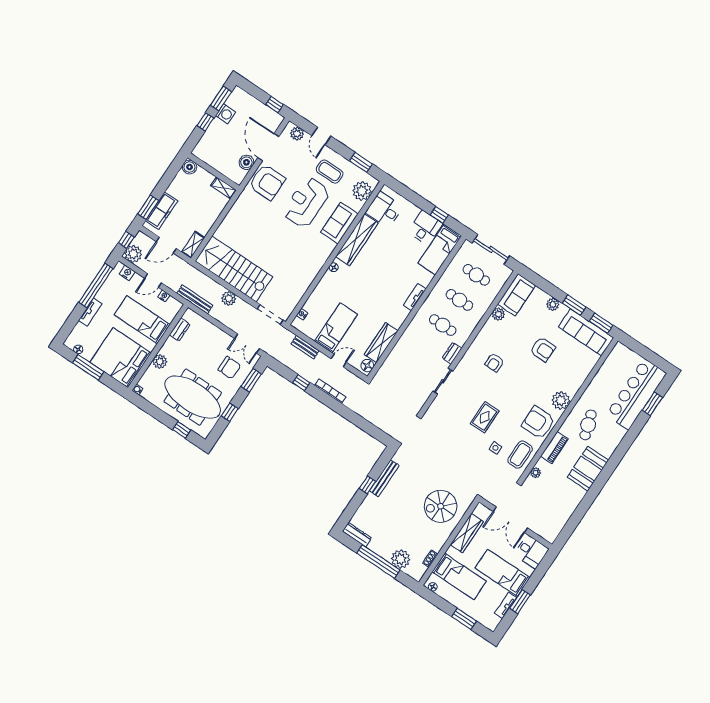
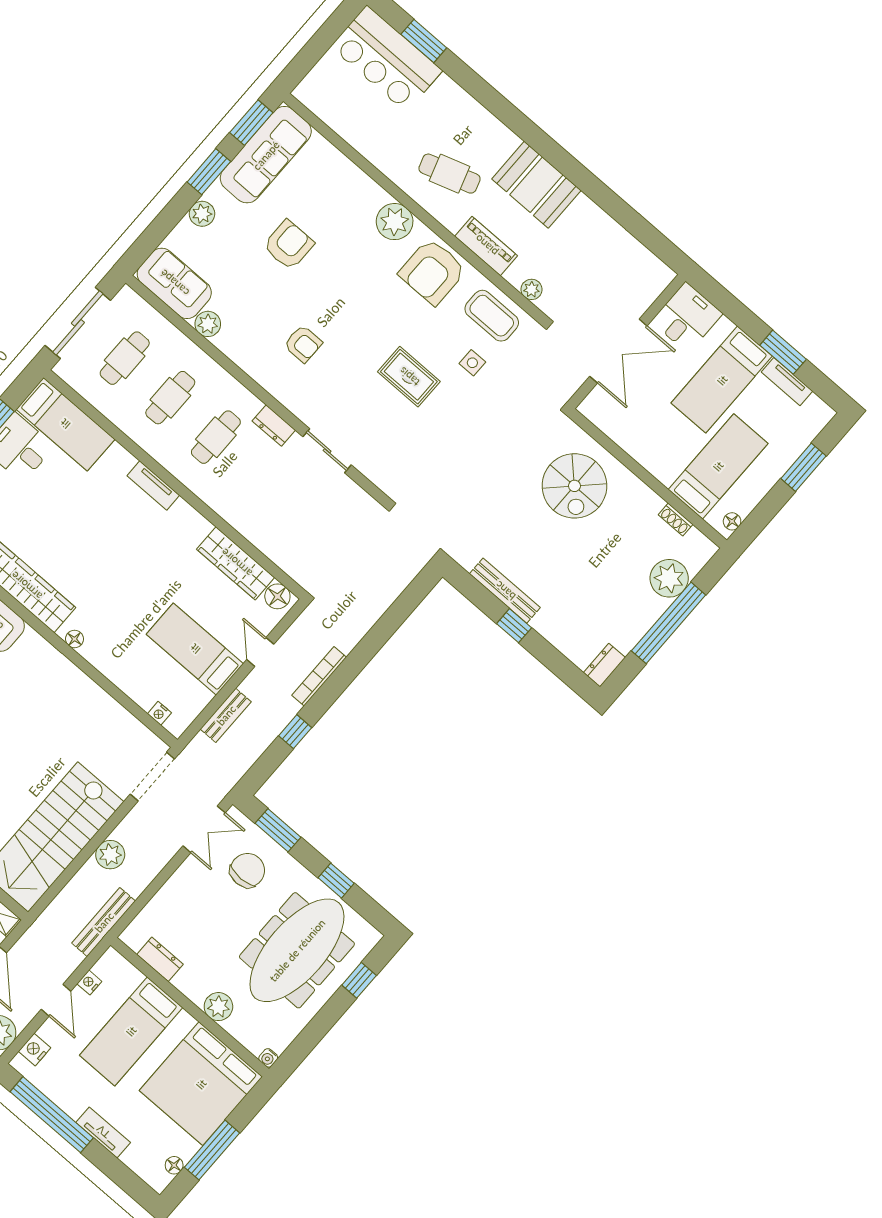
bar counter: (636, 394) -> (386, 59), width x0.73
wardrobe: (467, 533) -> (634, 441), removed
dresser: (357, 535) -> (604, 665), width x0.70

